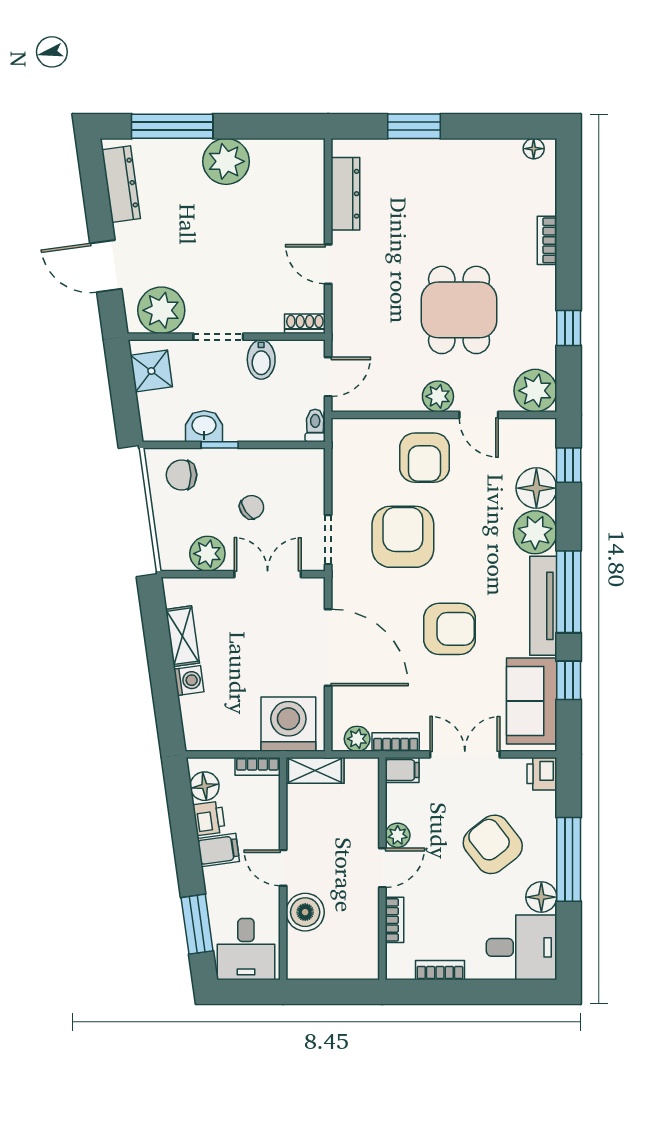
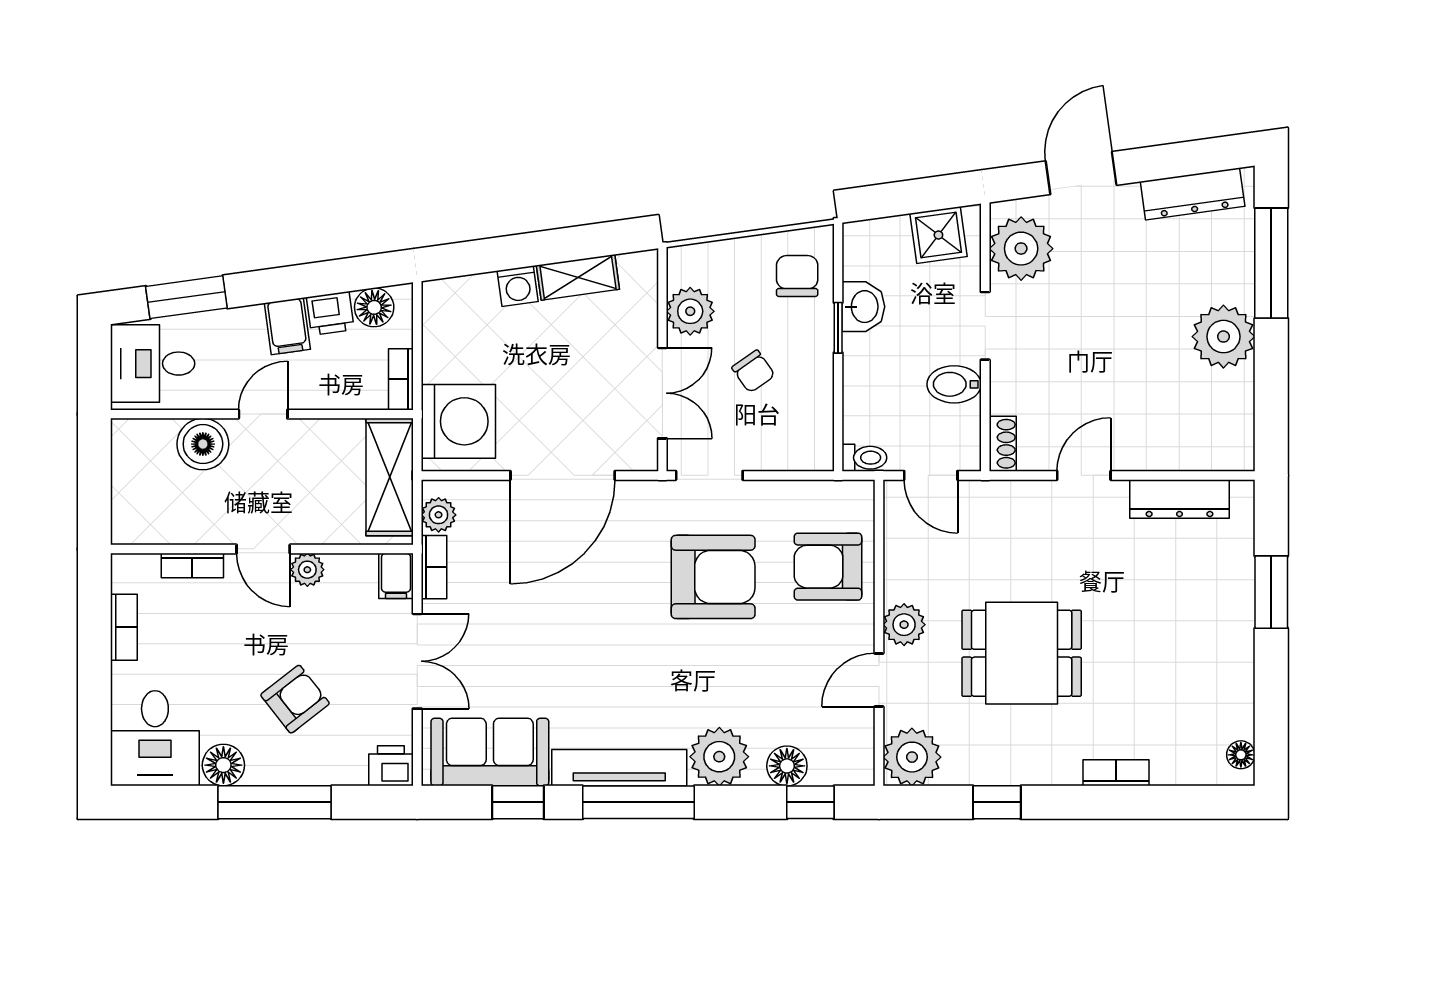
armchair: (424, 458) -> (828, 567), moved
floor lamp: (536, 488) -> (787, 766), width x0.73, depth x0.73
armchair: (449, 629) -> (588, 640), removed
shelving: (315, 770) -> (390, 477), width x1.50, depth x1.33
armchair: (493, 844) -> (295, 699), width x0.72, depth x0.72

